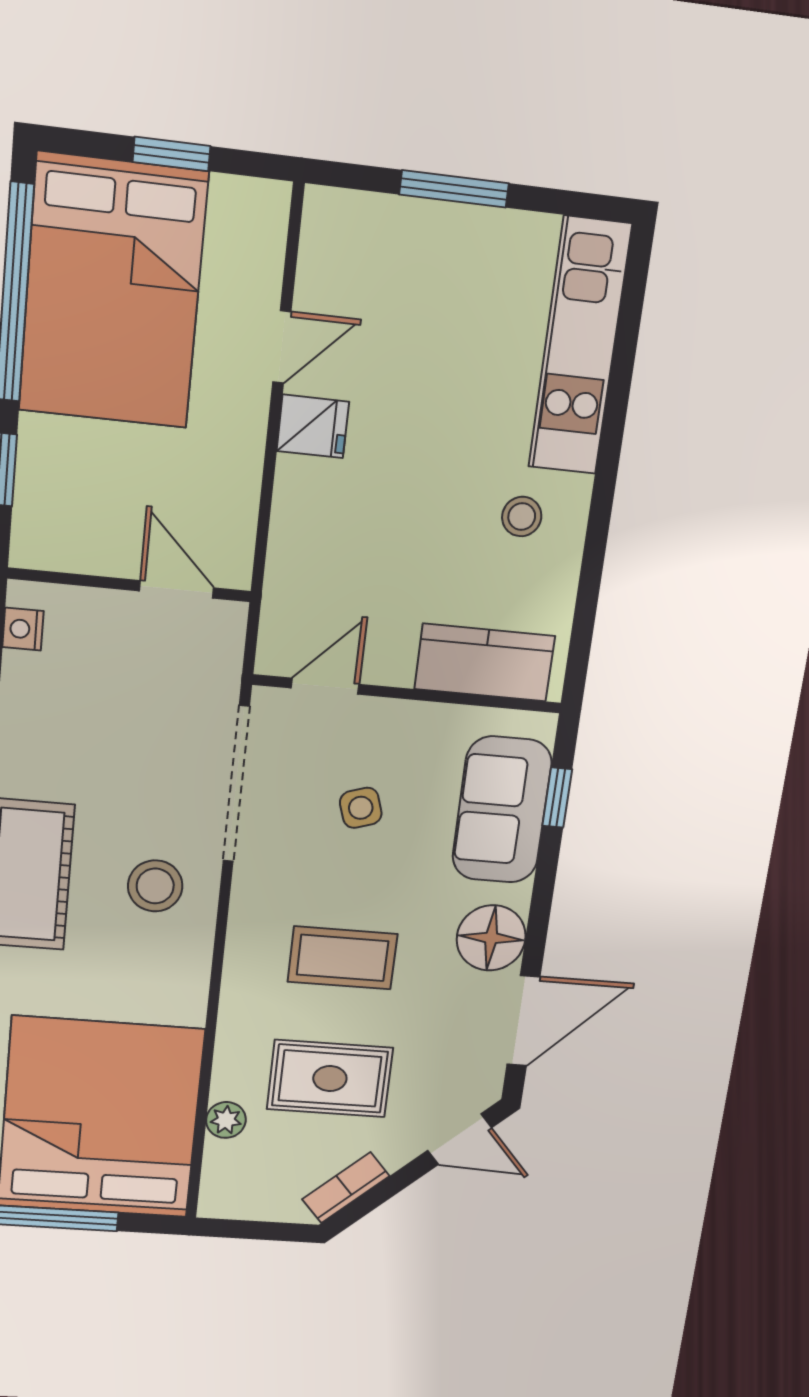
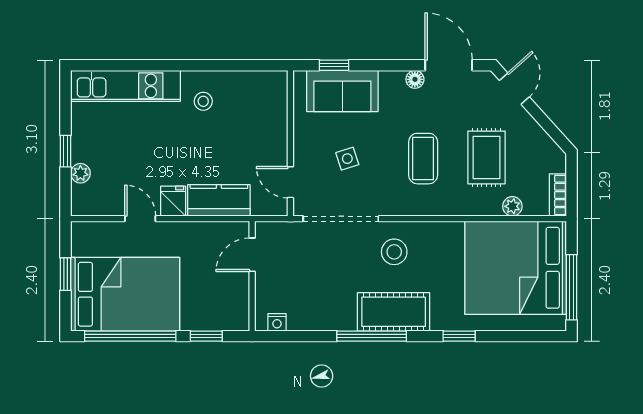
window: (454, 189) -> (66, 151), width x0.67
plant: (400, 218) -> (80, 173), added
kitchen counter: (485, 663) -> (219, 200), moved, turned 90
floor lamp: (491, 938) -> (415, 79), width x0.53, depth x0.53
bookcase: (346, 1188) -> (558, 195), moved, turned 42

